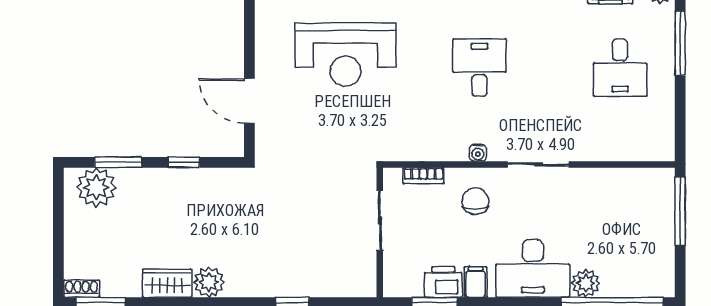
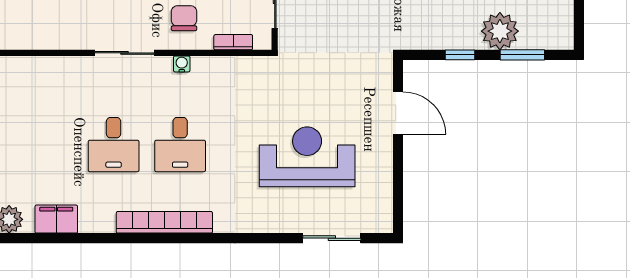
desk: (620, 68) -> (114, 145), moved, turned 180
plant: (96, 187) -> (500, 31), moved
chair: (475, 201) -> (184, 18), turned 180

